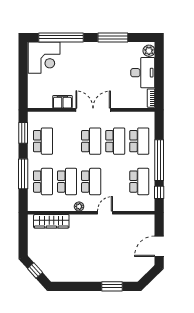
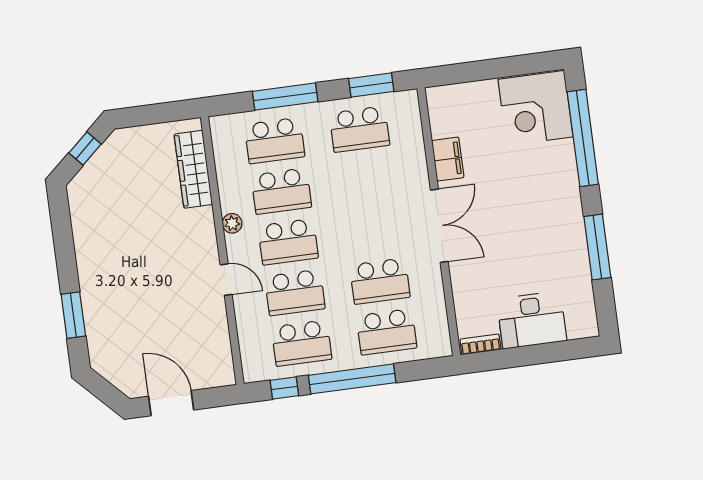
plant: (149, 51) -> (580, 327), removed
school desk: (91, 141) -> (295, 292), moved

